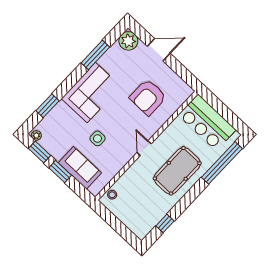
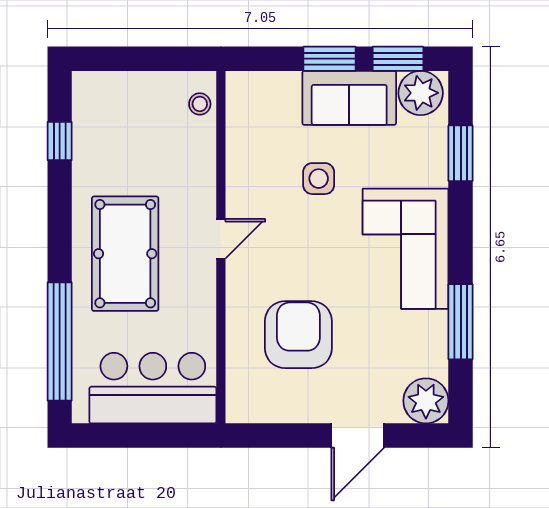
plant: (36, 135) -> (421, 93), width x1.88, depth x1.88
door: (144, 148) -> (221, 239), hinge flipped
sofa: (80, 168) -> (349, 98), moved

